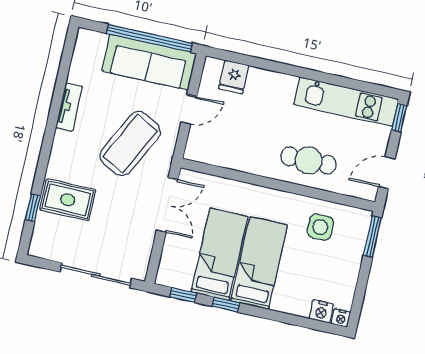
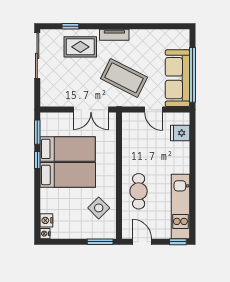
tv unit: (69, 107) -> (114, 35), moved
rug: (68, 200) -> (80, 47), turned 90
side table: (320, 227) -> (99, 208), turned 45
sliding door: (96, 275) -> (37, 56), moved
window: (183, 295) -> (37, 132), width x1.50

